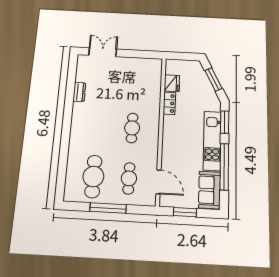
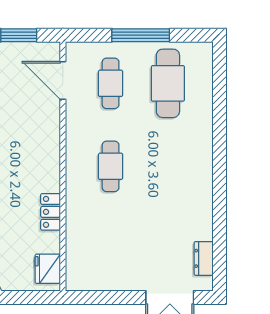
fridge: (172, 83) -> (48, 269), moved
dresser: (79, 92) -> (204, 258), moved

